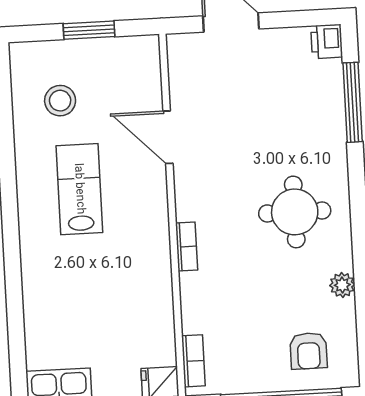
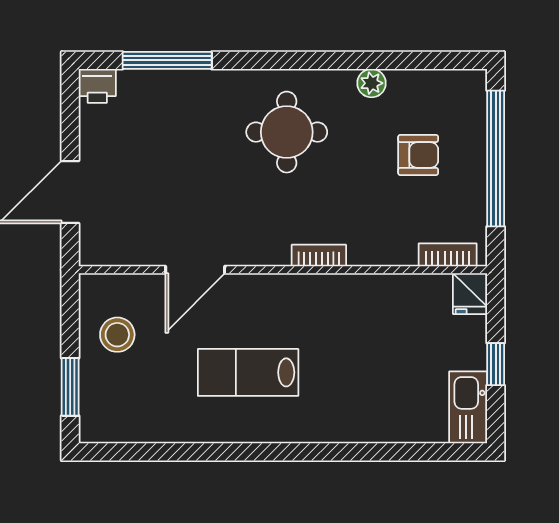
window: (89, 30) -> (70, 387), moved
stool: (60, 101) -> (117, 335), moved
armchair: (309, 351) -> (418, 155), moved

